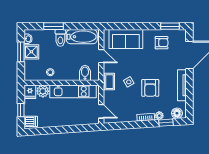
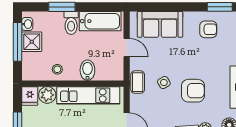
window: (21, 52) -> (17, 42), width x1.44
bidet: (85, 73) -> (87, 70), moved
armchair: (150, 88) -> (193, 91), turned -90

